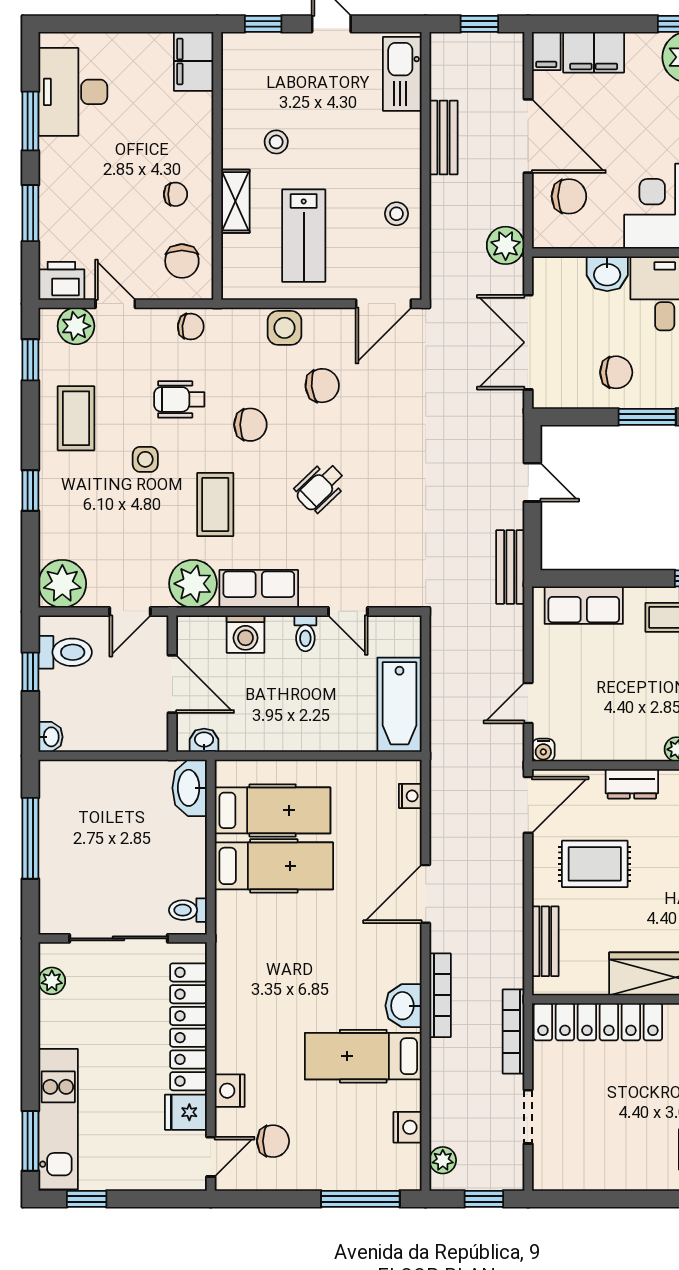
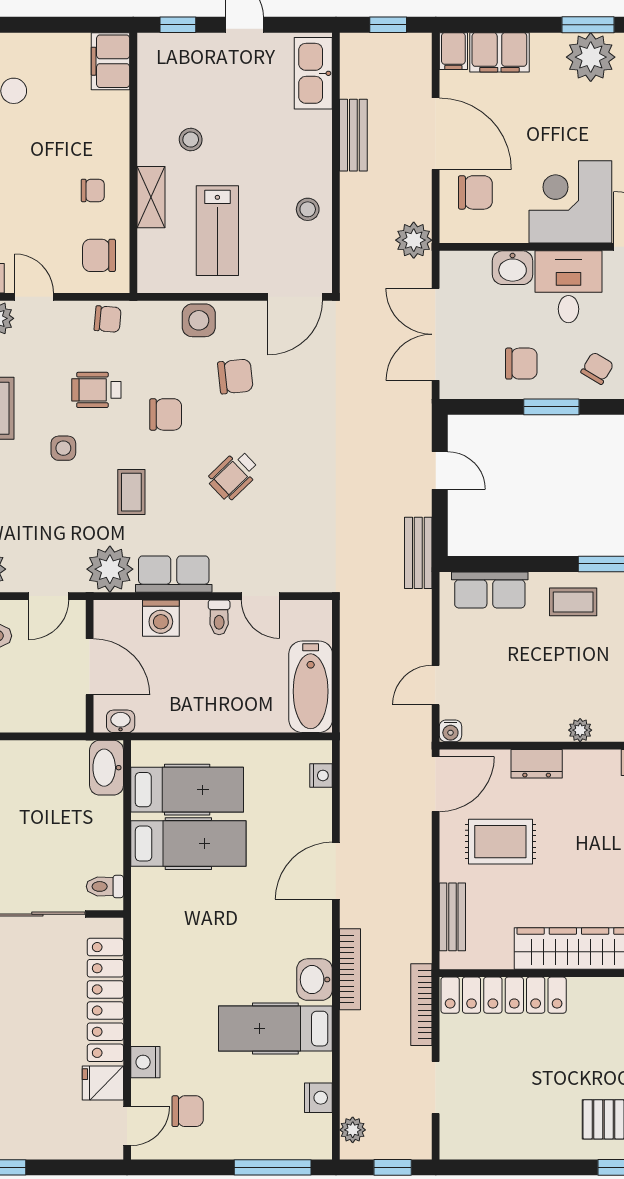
chair: (182, 261) -> (99, 255), turned 90
coffee table: (215, 504) -> (131, 492), width x0.73, depth x0.77

